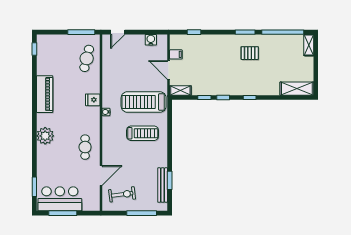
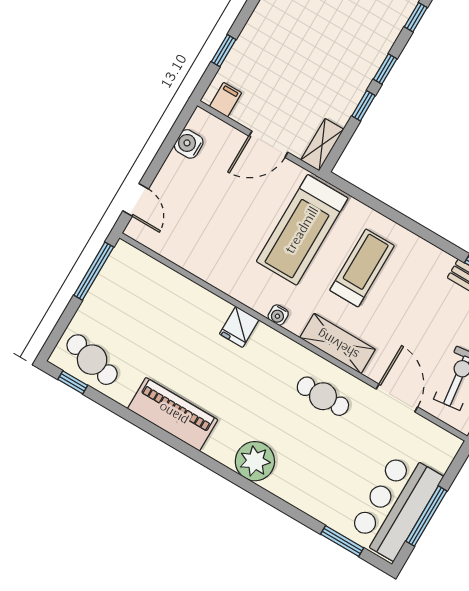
filing cabinet: (176, 54) -> (226, 100), moved
cafe table: (87, 58) -> (92, 360), moved
shelving: (108, 141) -> (338, 344), added

